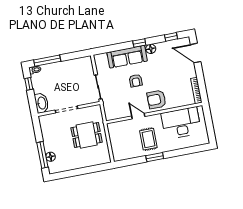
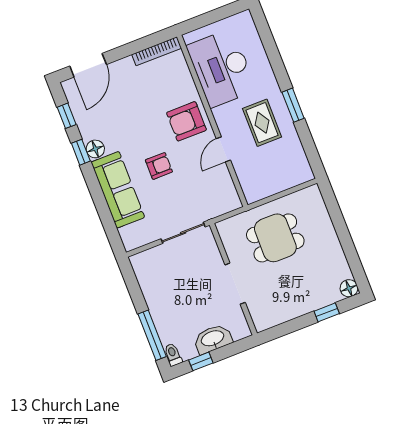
window: (139, 43) -> (81, 152), moved
armchair: (157, 99) -> (186, 121), turned 90
washbasin: (42, 103) -> (213, 339), moved
dining table: (87, 135) -> (275, 238), turned 90
rug: (148, 139) -> (262, 123), turned 90
window: (42, 155) -> (327, 312), width x0.46
floor lamp: (51, 157) -> (349, 288), moved

